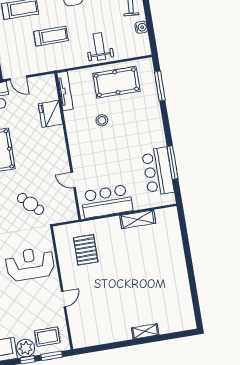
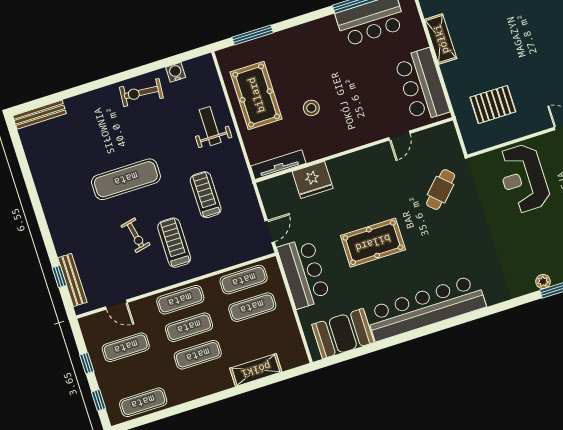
weight bench: (99, 46) -> (210, 126), turned 90

